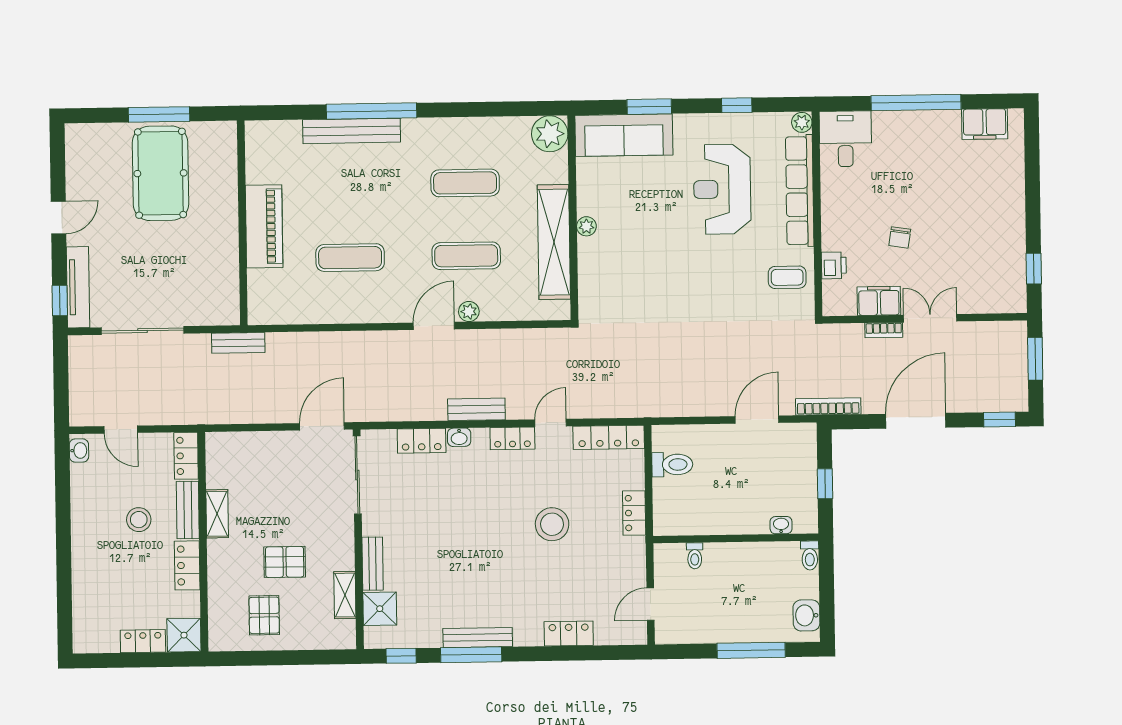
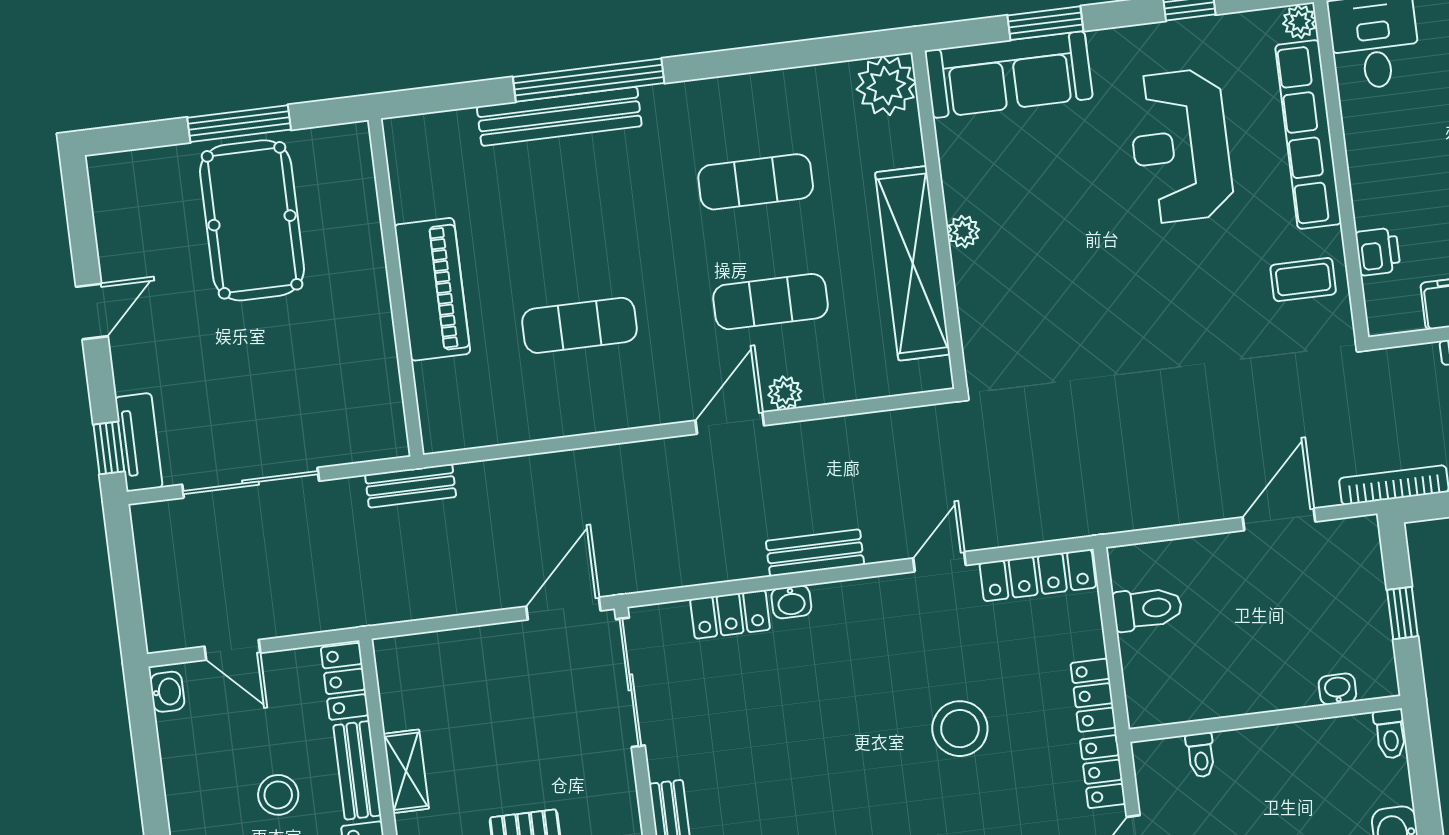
tv unit: (78, 287) -> (139, 442), width x0.71
locker: (512, 438) -> (1103, 772), moved, turned 90

